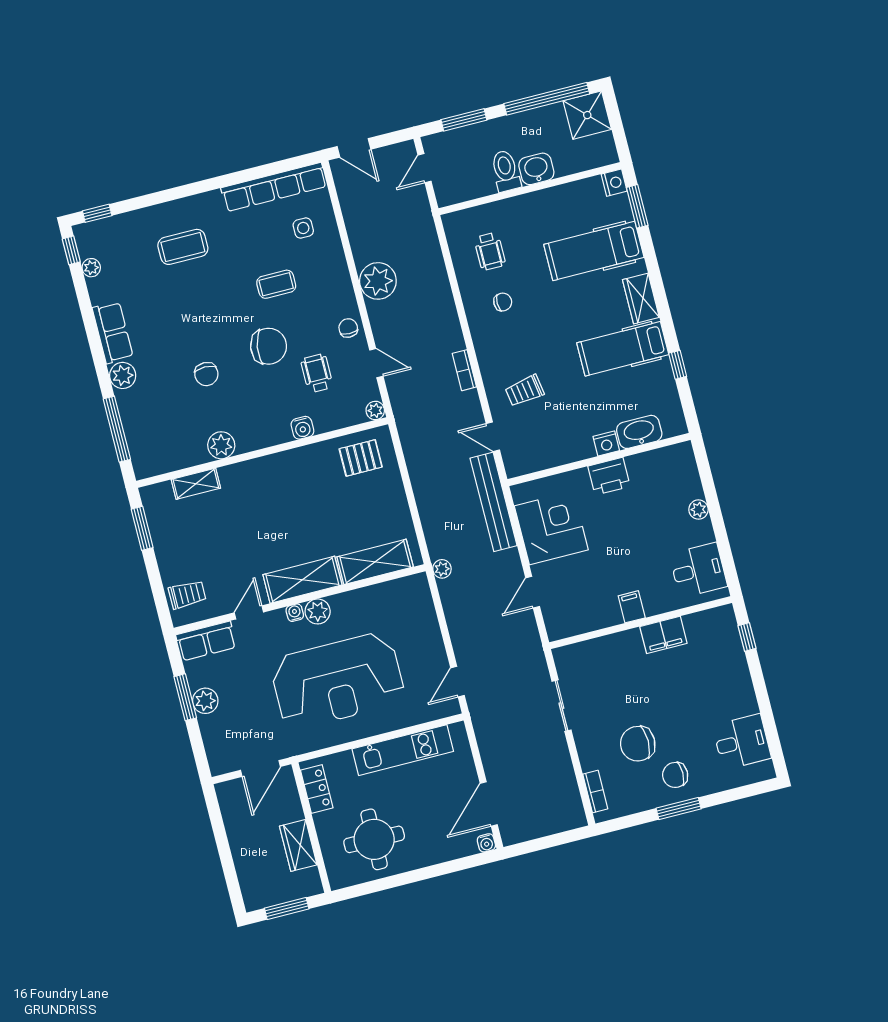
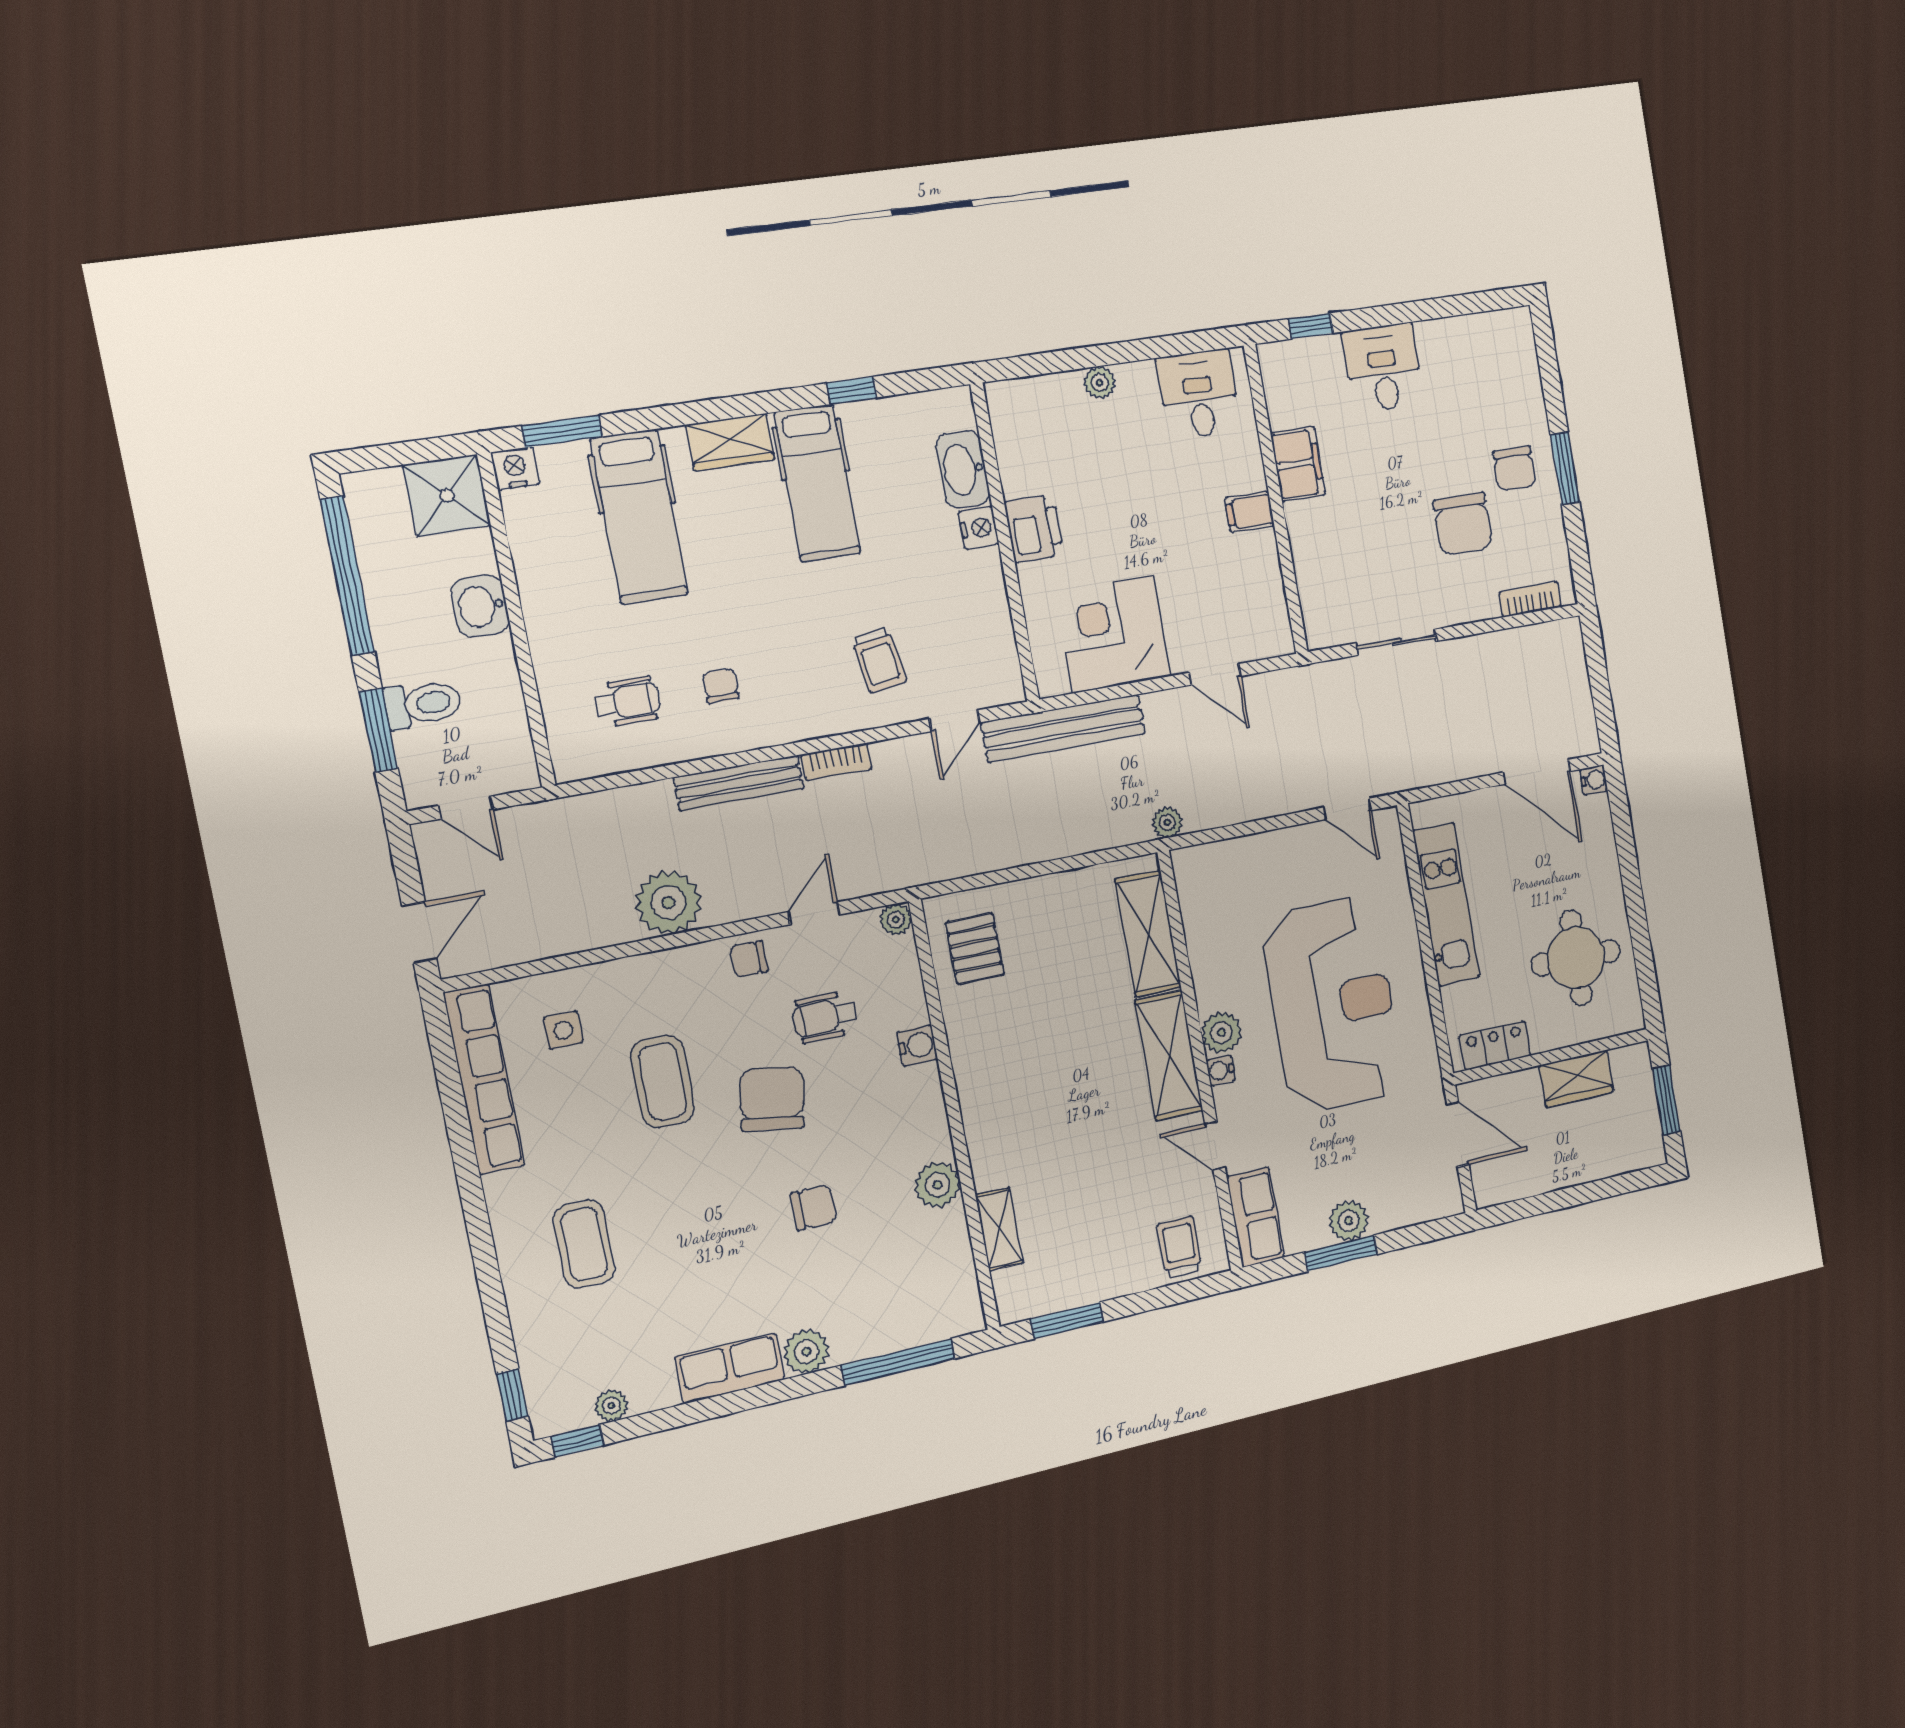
shower: (587, 115) -> (447, 495), moved
toilet: (506, 171) -> (423, 704), moved, turned 180
coffee table: (276, 284) -> (663, 1082), width x1.36, depth x1.30
bench: (448, 316) -> (739, 783), added
desk: (742, 742) -> (1383, 368), moved

